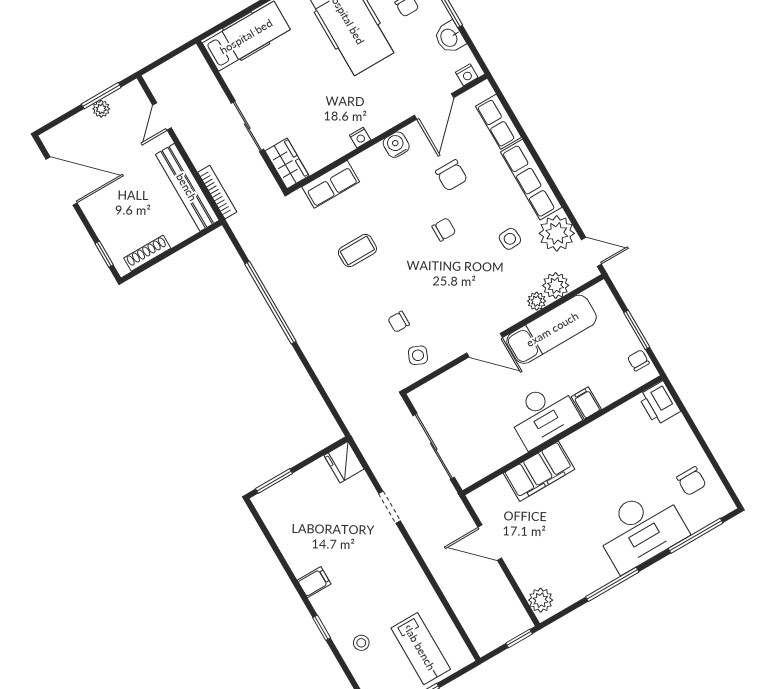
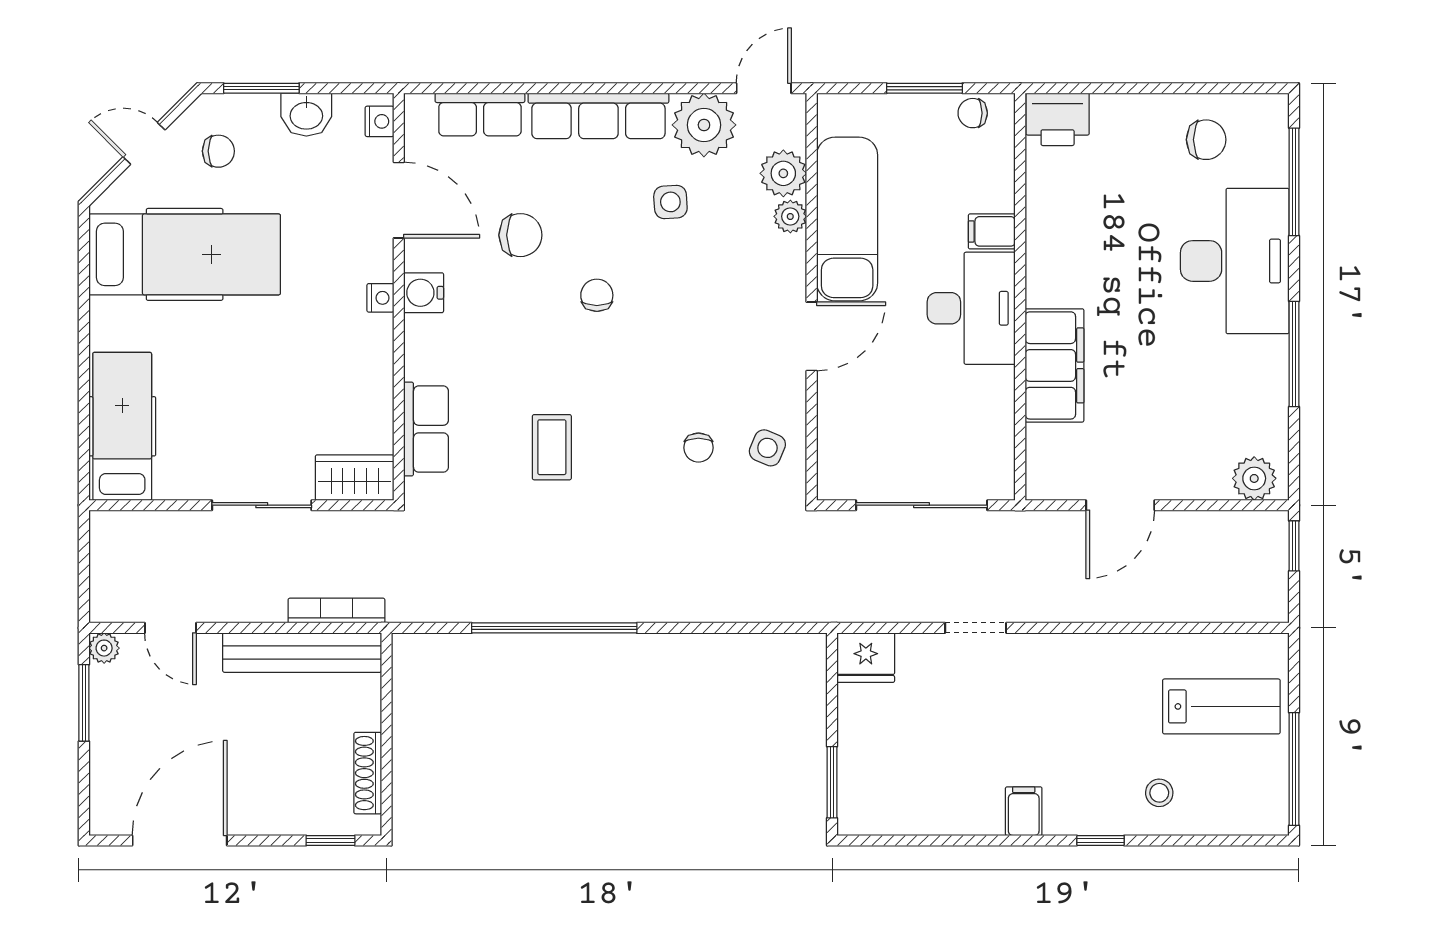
plant: (101, 109) -> (104, 648), moved
nightstand: (360, 138) -> (380, 298), moved

